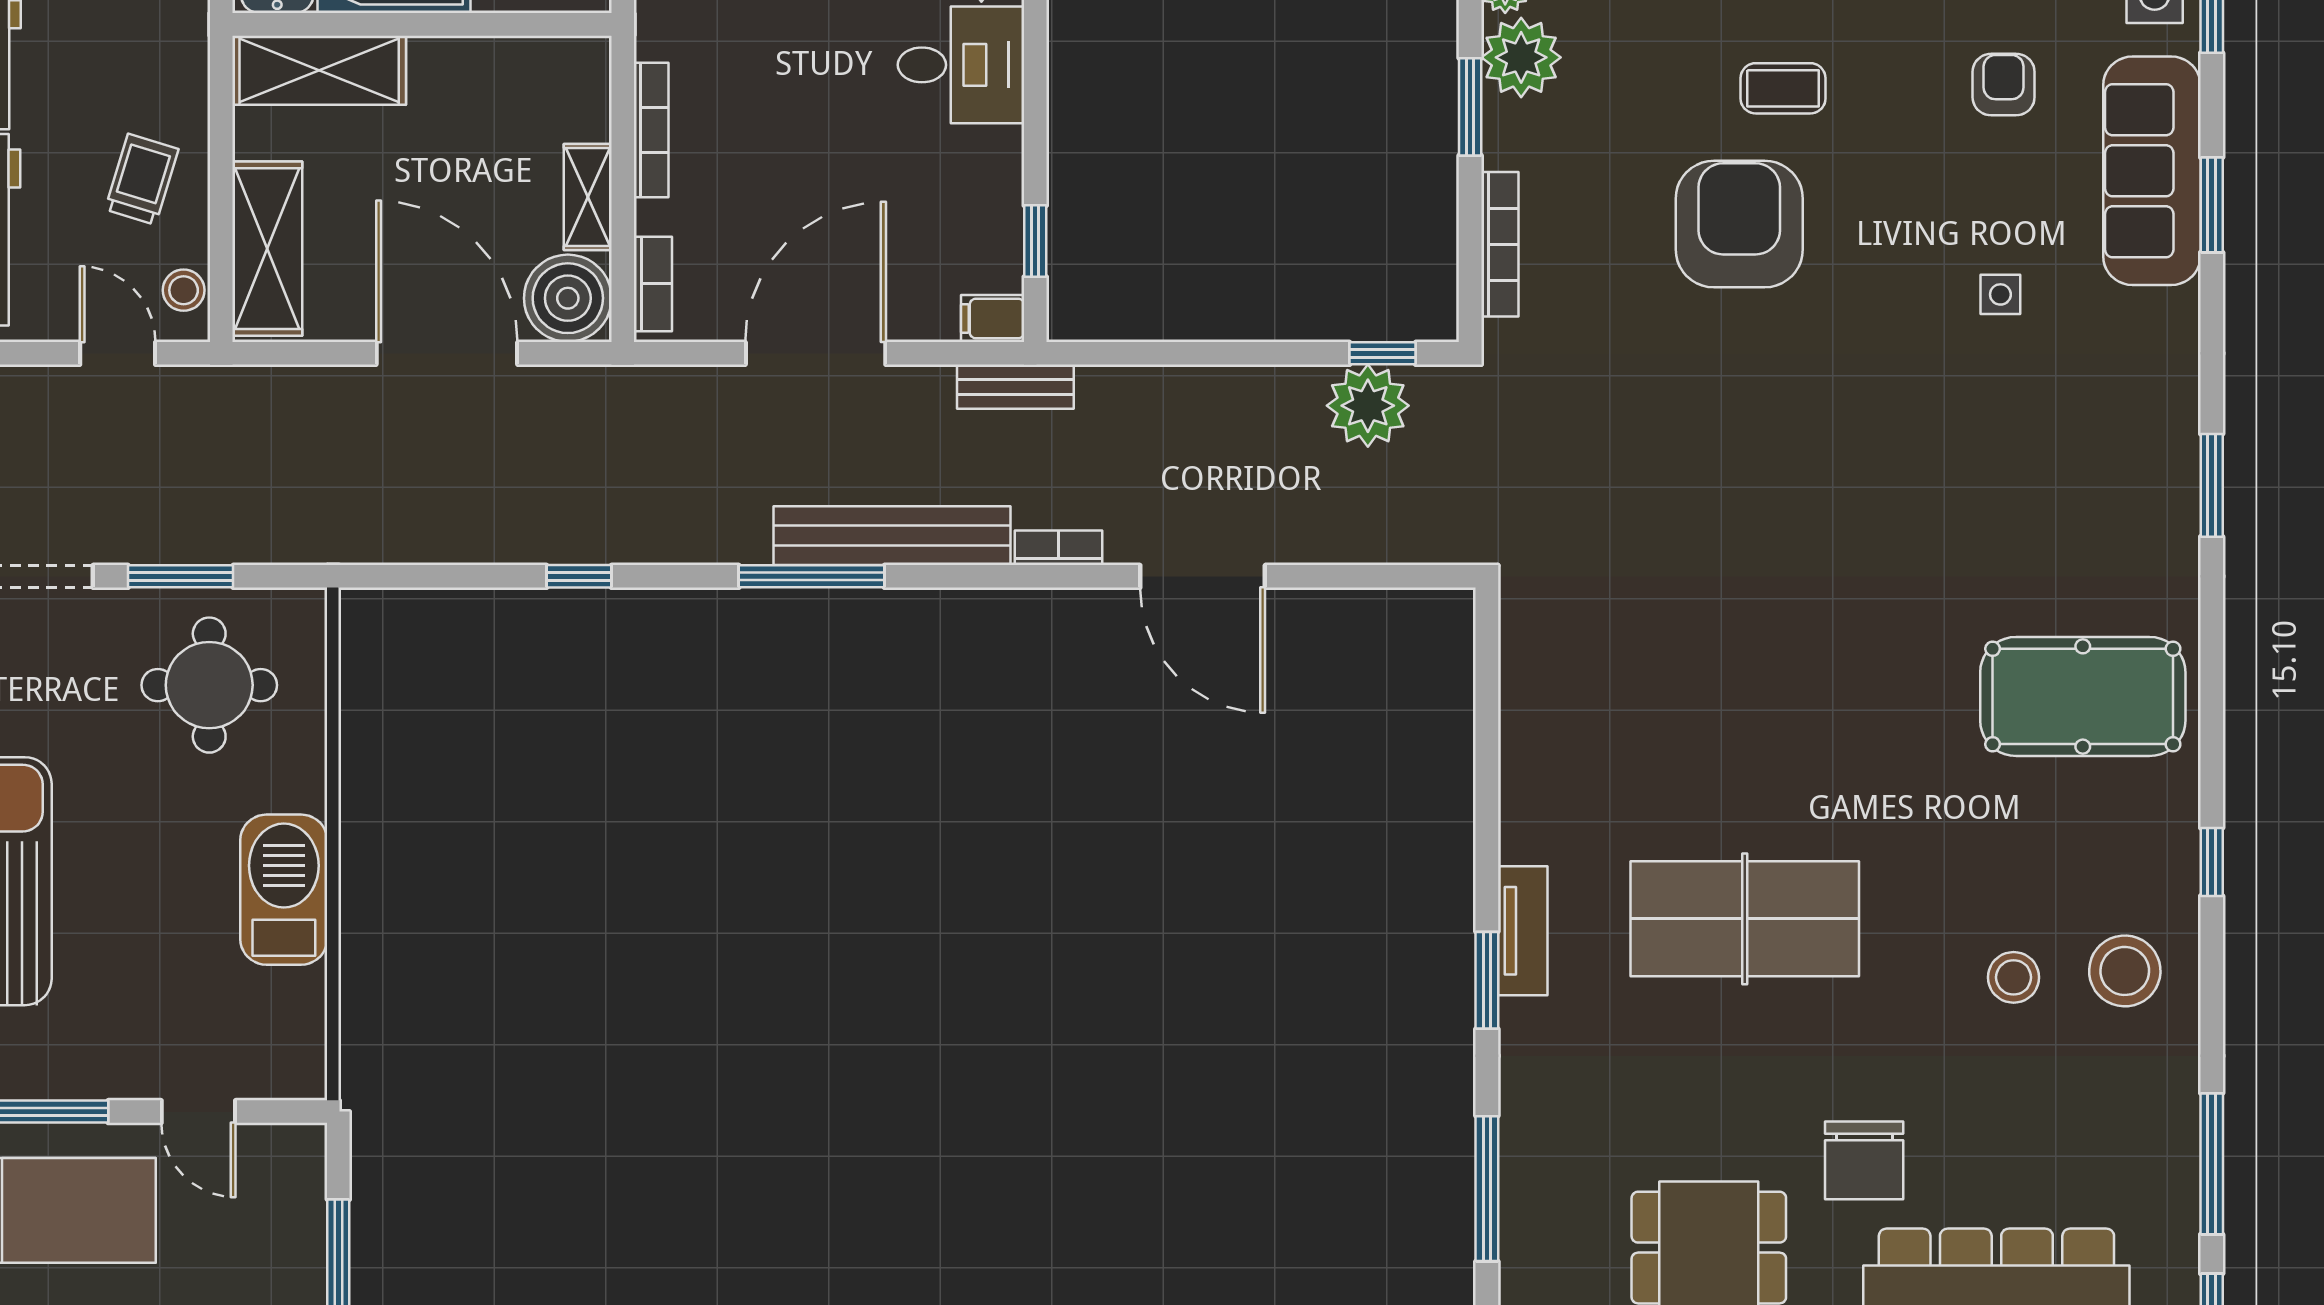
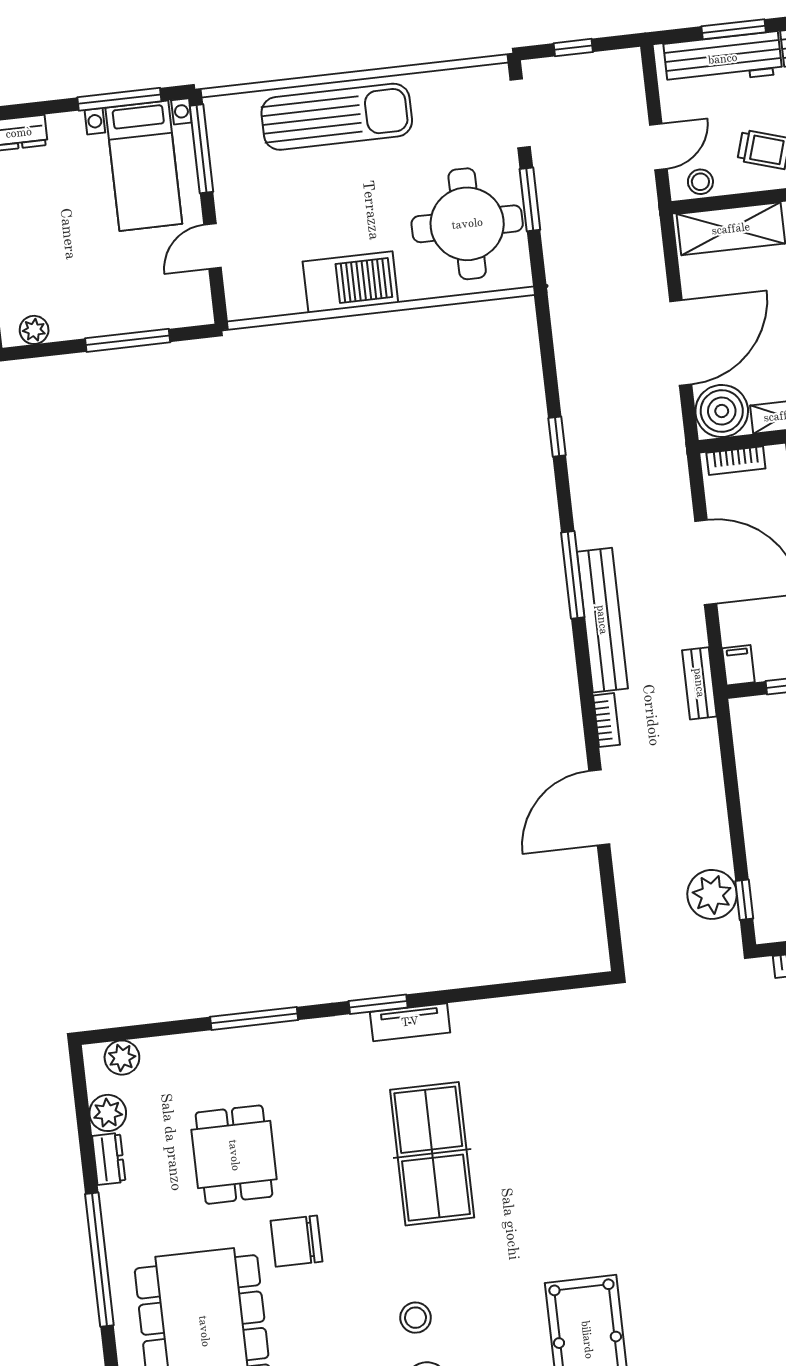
round table: (209, 685) -> (467, 224), width x1.36, depth x1.36

